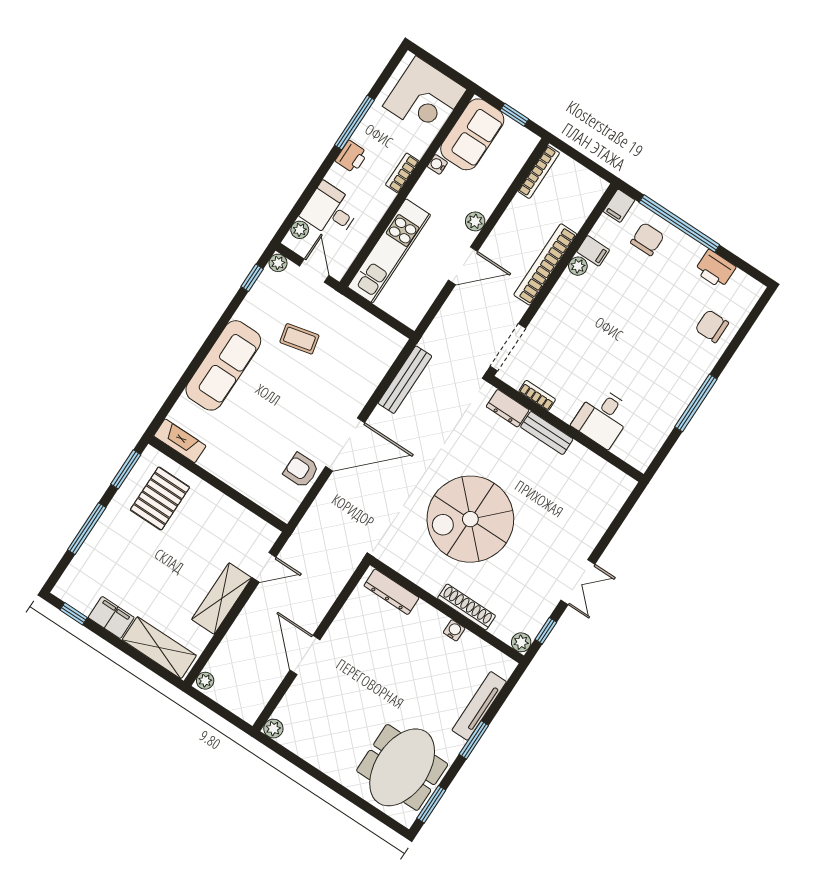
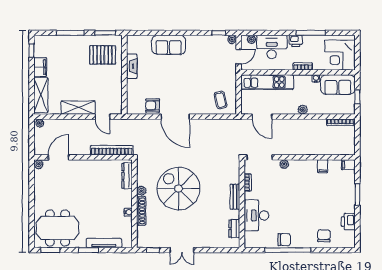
desk: (330, 211) -> (272, 47), width x1.37
window: (679, 224) -> (357, 194), width x0.47
chair: (647, 239) -> (284, 240), moved
bookcase: (545, 264) -> (112, 150), moved
door: (463, 266) -> (262, 117), moved
plant: (578, 266) -> (284, 164), moved
coffee table: (299, 339) -> (221, 100), moved
sofa: (223, 365) -> (169, 45), width x0.73
bench: (405, 380) -> (218, 124), removed
window: (696, 403) -> (288, 250), width x1.46
dresser: (508, 408) -> (234, 229), moved
desk: (602, 417) -> (256, 215), width x1.37
fireplace: (180, 441) -> (132, 66), moved
armchair: (301, 470) -> (153, 105), turned -90
plant: (521, 642) -> (141, 191), moved
door: (305, 655) -> (58, 157), moved

